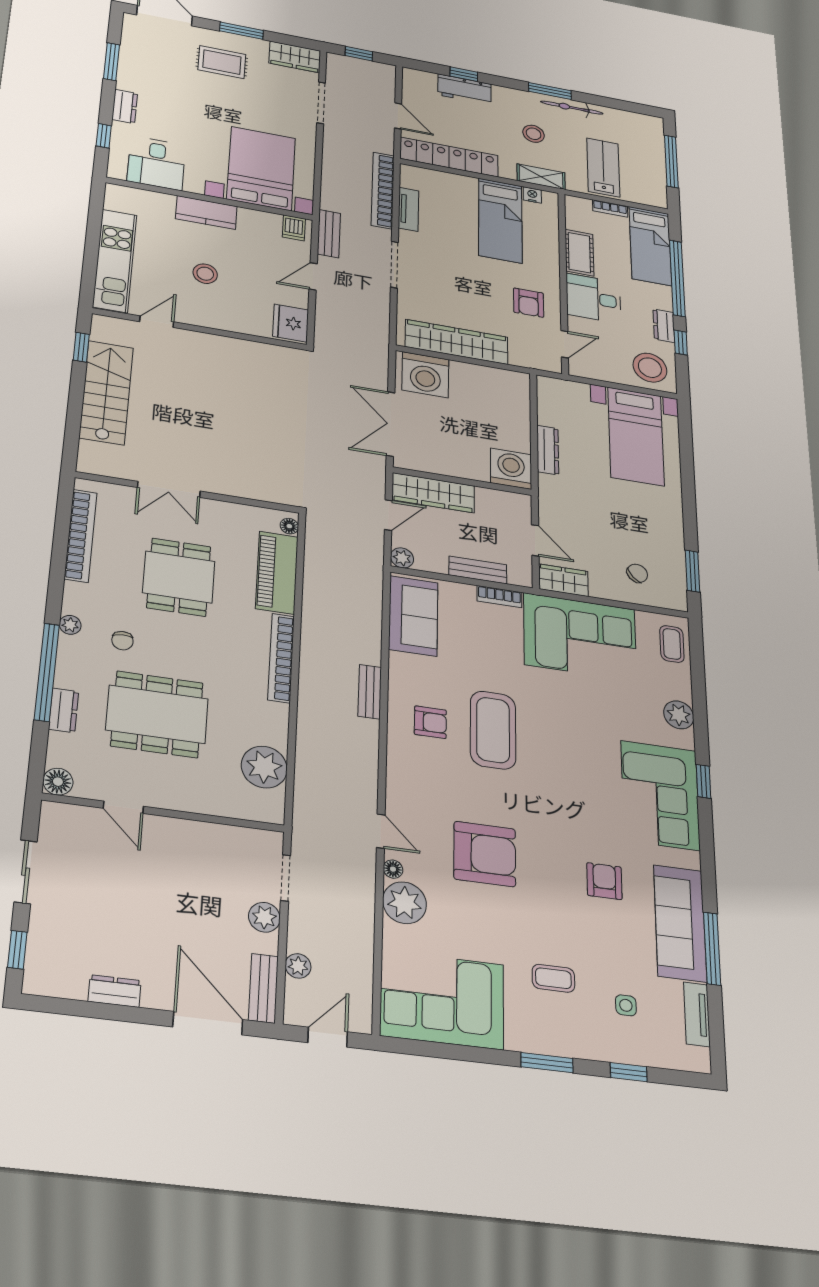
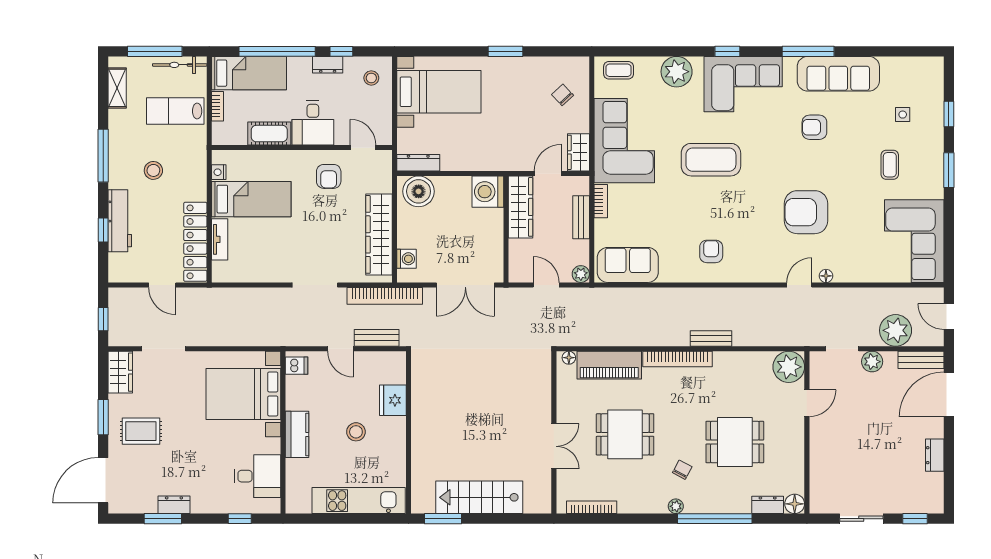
rug: (222, 62) -> (141, 431), turned 90
workbench: (465, 89) -> (120, 221), width x1.37
window: (550, 91) -> (103, 156), width x1.44
dresser: (125, 106) -> (174, 505), moved
bicycle: (572, 108) -> (180, 65), moved, turned 90
door: (398, 116) -> (162, 285), swing flipped
shelving: (541, 177) -> (117, 88), moved
bookcase: (383, 190) -> (385, 296), moved
tv unit: (408, 209) -> (220, 239), moved, turned 90
bench: (329, 234) -> (377, 338), moved
armchair: (529, 303) -> (329, 176), turned 90
door: (157, 322) -> (408, 465), removed
fridge: (291, 323) -> (393, 400), moved, turned 90
window: (81, 347) -> (443, 519), width x1.50
stool: (650, 368) -> (371, 78), width x0.53, depth x0.53
washing machine: (425, 375) -> (406, 259), width x0.53, depth x0.53
boiler: (511, 393) -> (419, 191), added
dresser: (548, 450) -> (418, 163), moved
wardrobe: (433, 493) -> (521, 207), moved
bookcase: (81, 536) -> (592, 507), width x0.68, depth x0.76
window: (693, 571) -> (505, 51), moved
chair: (122, 641) -> (682, 470), turned -59
bench: (370, 692) -> (711, 338), moved
dresser: (64, 710) -> (768, 505), moved
dining table: (157, 714) -> (735, 442), width x0.73
plant: (679, 715) -> (677, 72), width x1.36, depth x1.36
coffee table: (493, 730) -> (711, 160), moved
plant: (264, 767) -> (789, 367), moved
door: (123, 807) -> (807, 403), moved
armchair: (485, 854) -> (806, 212), turned -90
plant: (404, 903) -> (849, 268), removed
window: (712, 949) -> (808, 51), moved
plant: (298, 966) -> (896, 330), width x1.87, depth x1.87
tv unit: (697, 1014) -> (903, 65), removed

